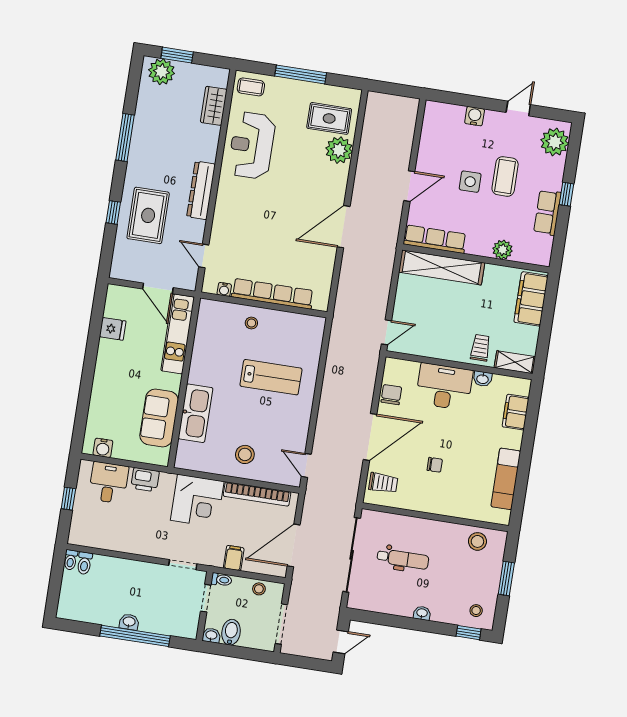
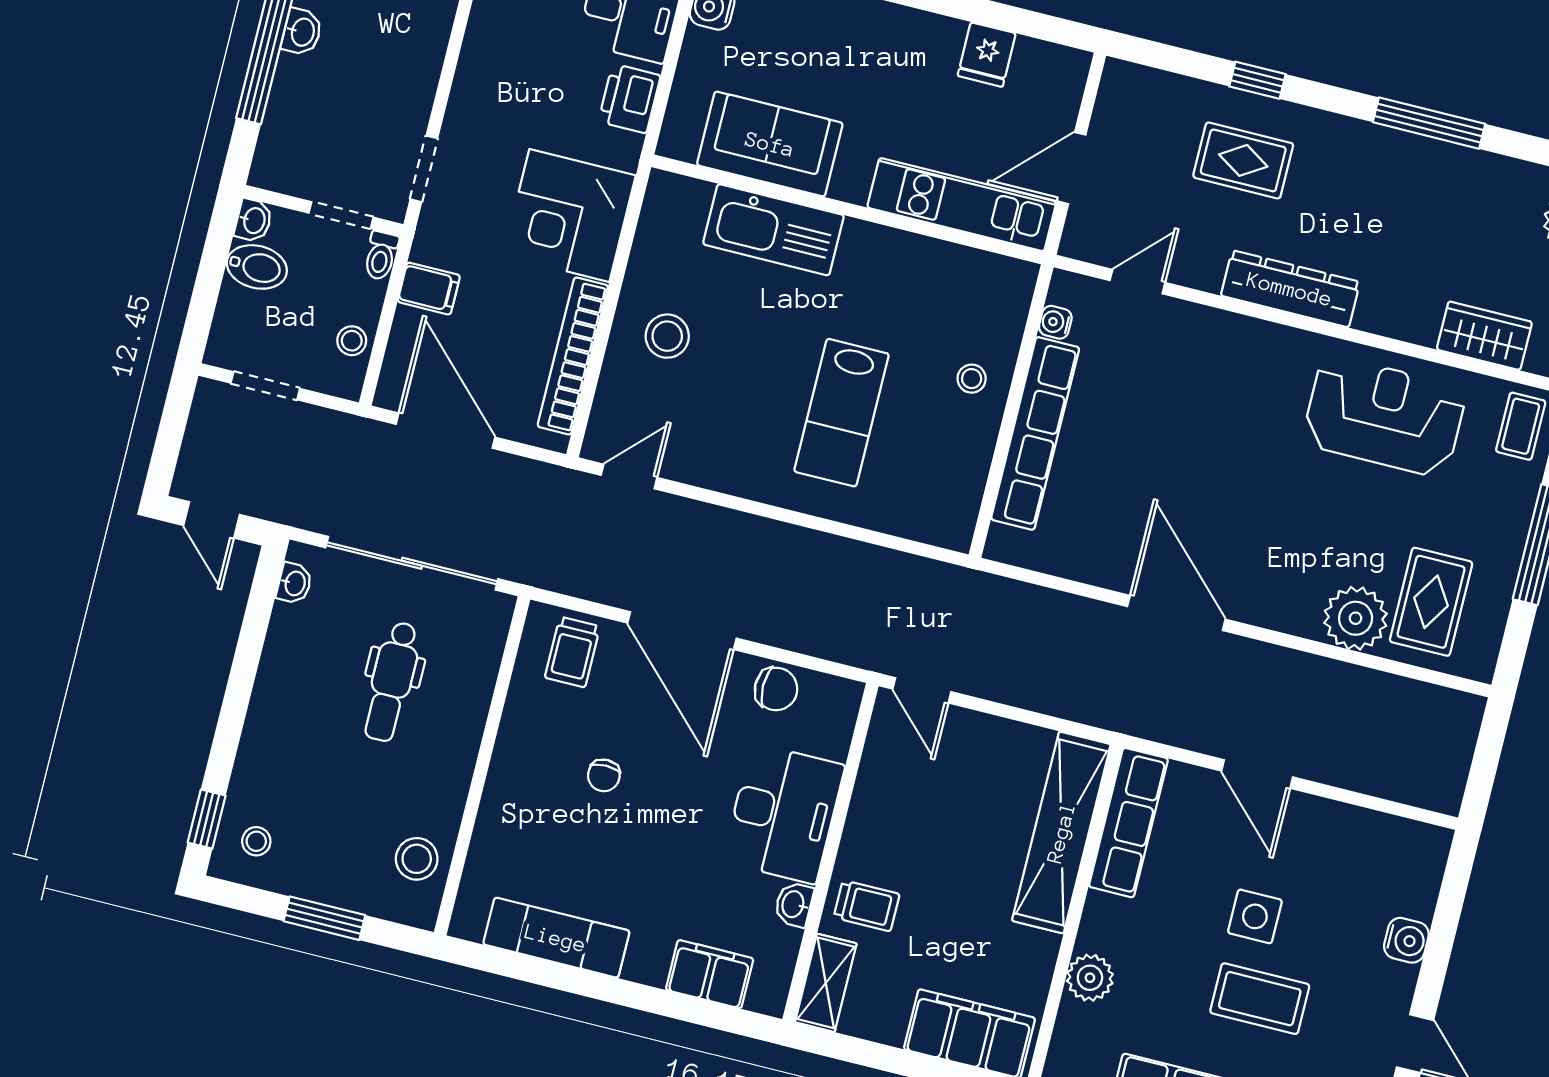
rug: (148, 215) -> (1243, 160), width x0.73, depth x0.70
washbasin: (422, 613) -> (294, 583), moved
doorway: (281, 624) -> (265, 386), width x0.73

